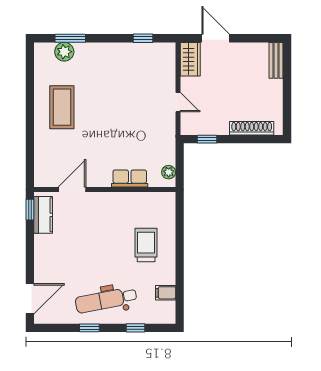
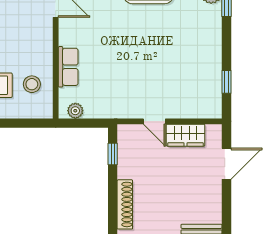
wardrobe: (190, 59) -> (185, 135), moved
door: (178, 102) -> (154, 121), hinge flipped
stool: (145, 211) -> (32, 84), added

